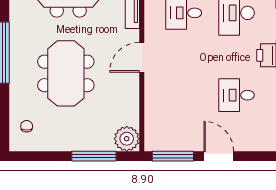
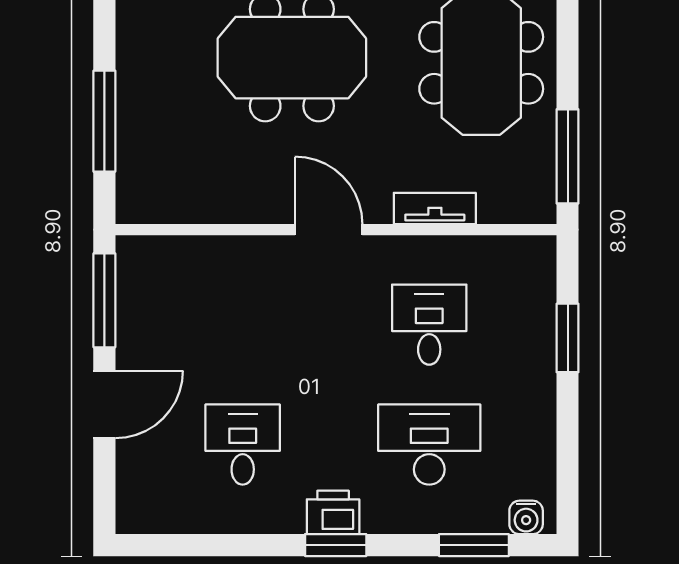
plant: (127, 139) -> (144, 196), removed

